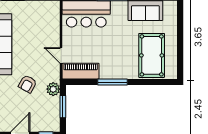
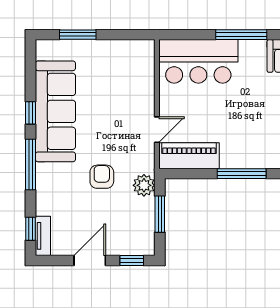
door: (61, 55) -> (157, 130), swing flipped
armchair: (28, 84) -> (102, 177), turned 151

